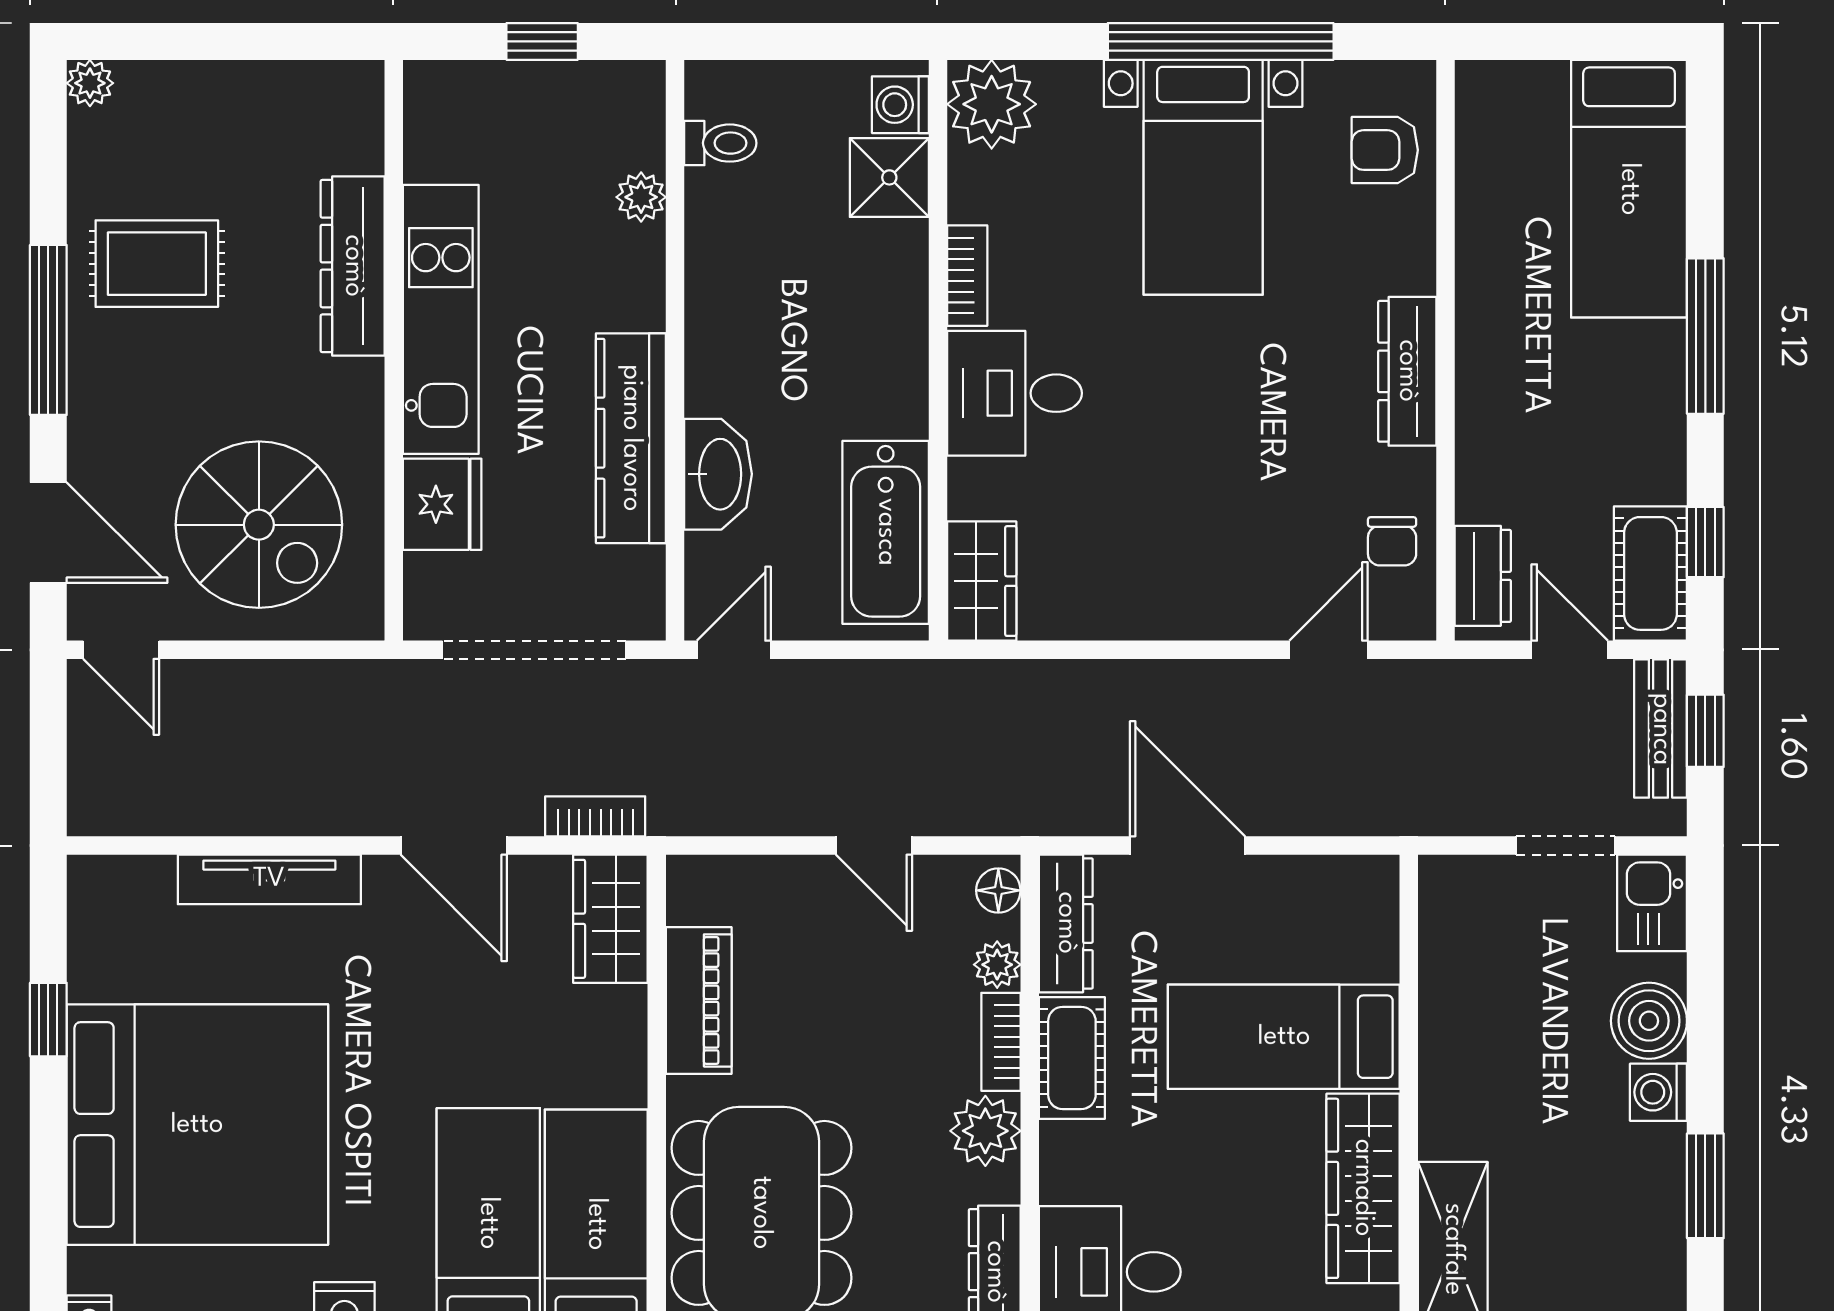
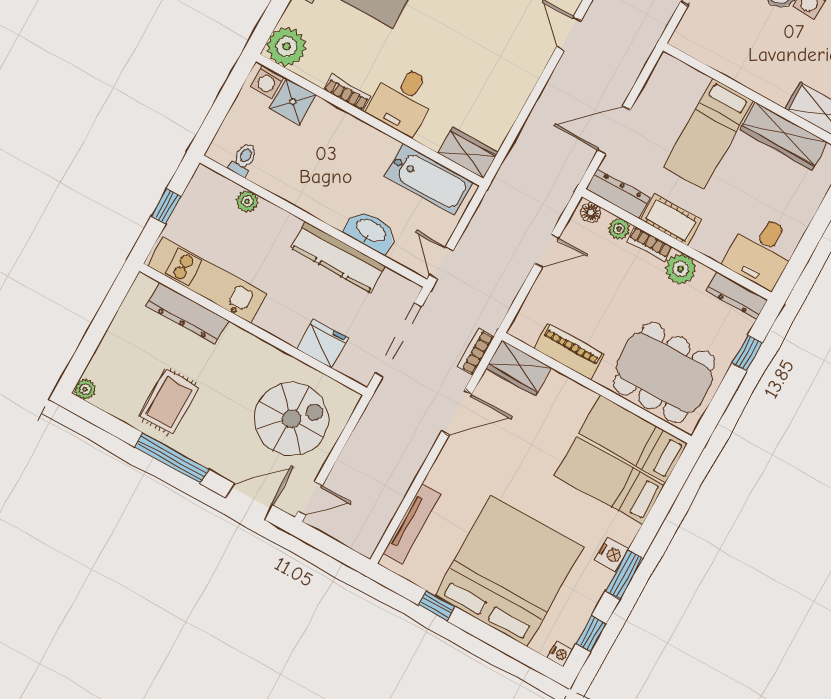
dresser: (353, 266) -> (187, 314), moved
kitchen unit: (441, 319) -> (207, 280), moved
tv unit: (269, 879) -> (412, 524), moved

